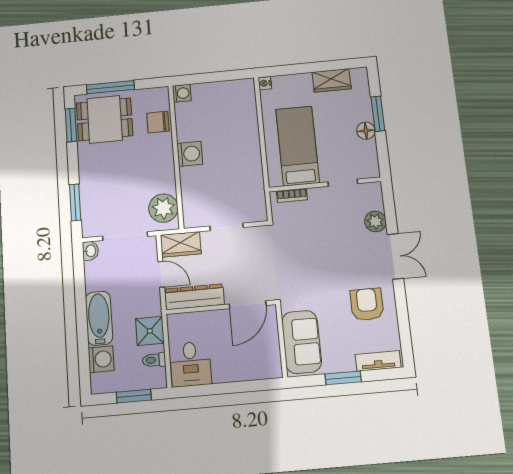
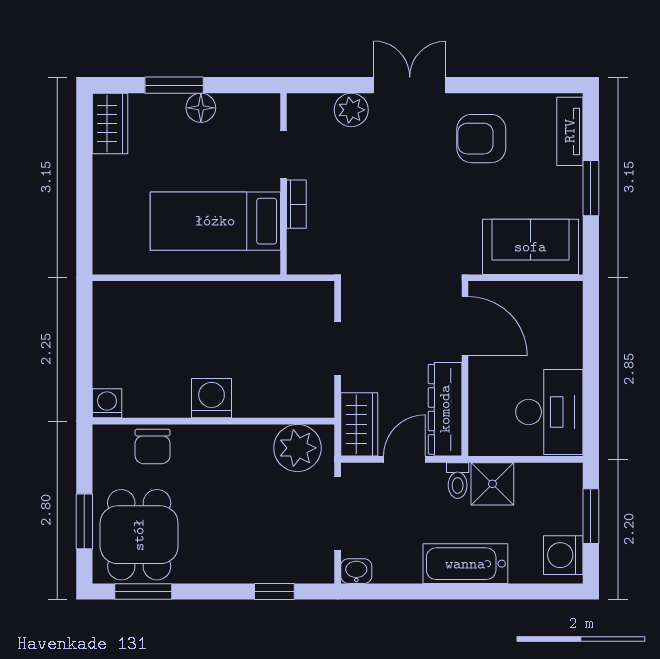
wardrobe: (332, 80) -> (110, 123), moved
nightstand: (265, 83) -> (104, 264), removed
window: (110, 87) -> (84, 521), width x0.69
bookcase: (292, 195) -> (296, 204), moved
window: (75, 202) -> (274, 592), width x0.67
washing machine: (101, 359) -> (563, 555), moved, turned -90
toilet: (154, 360) -> (458, 480), moved
desk: (190, 364) -> (549, 412), width x1.37

